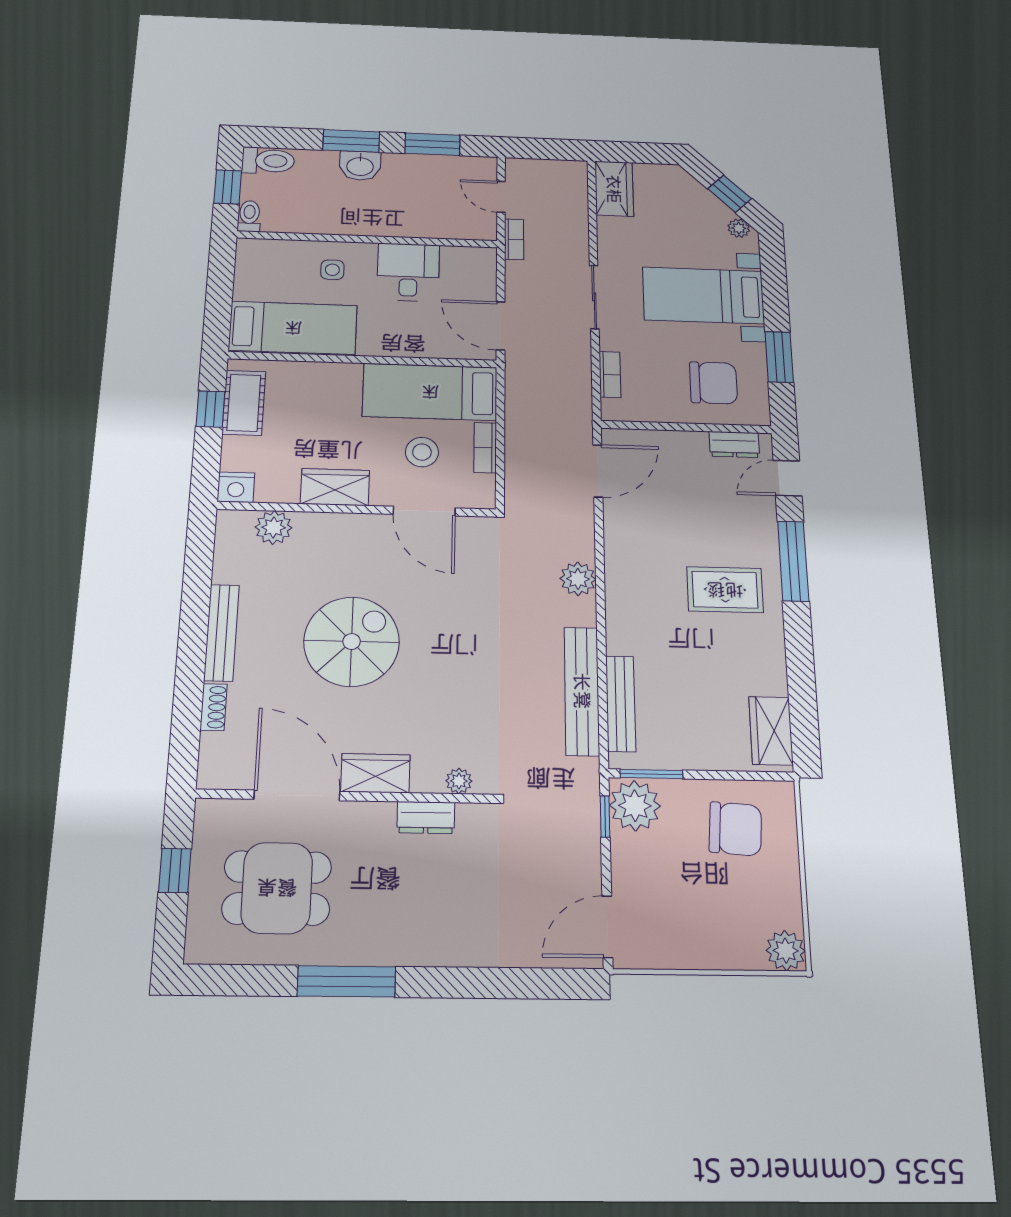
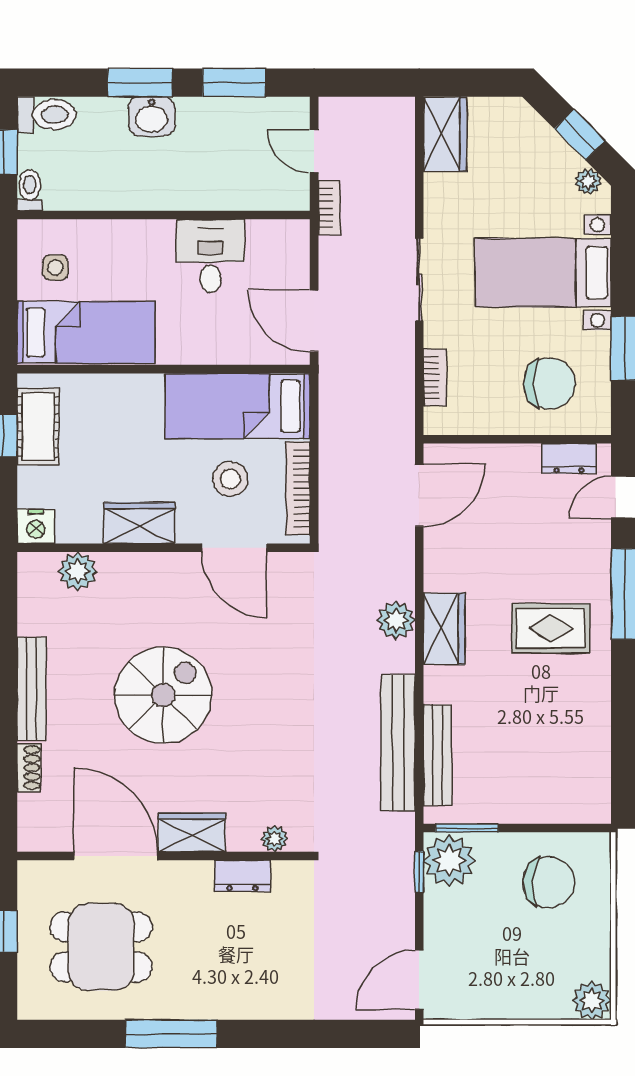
side table: (332, 270) -> (55, 268), moved
bookcase: (485, 448) -> (298, 488), width x1.56
wardrobe: (771, 731) -> (444, 629), moved, turned 180

